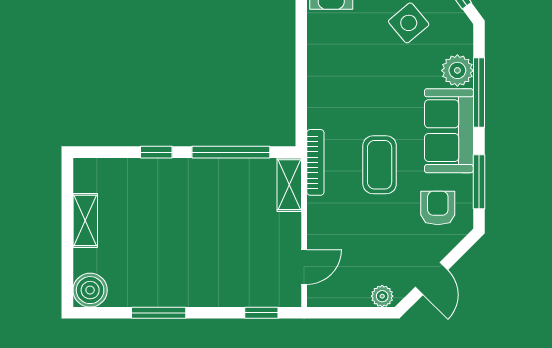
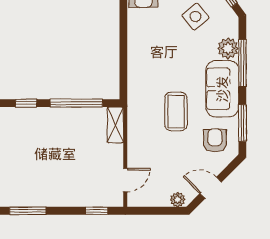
bookcase: (315, 162) -> (133, 110), removed
door: (431, 278) -> (211, 188), swing flipped

